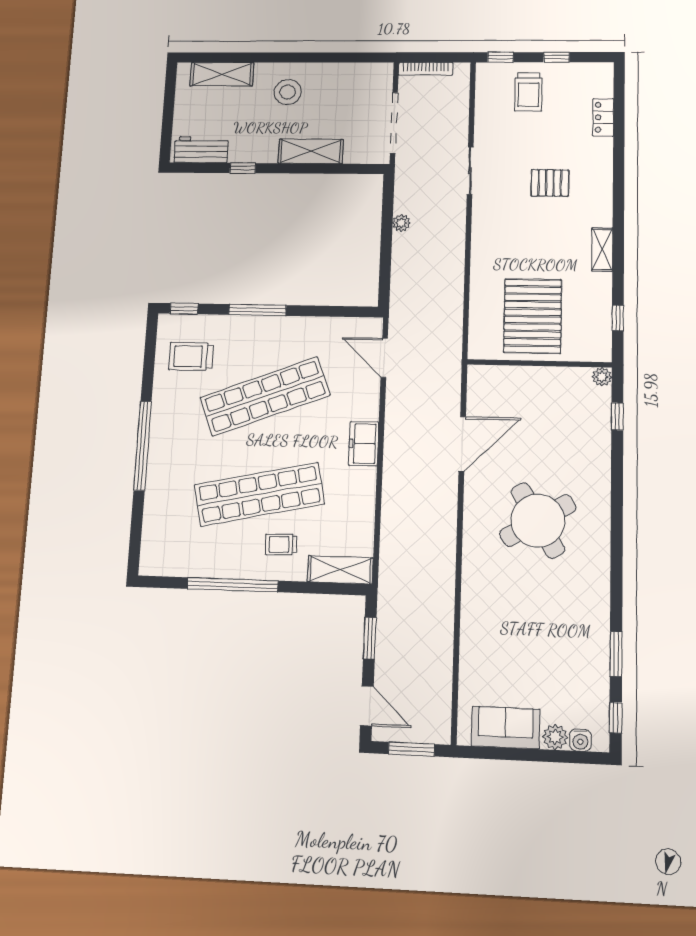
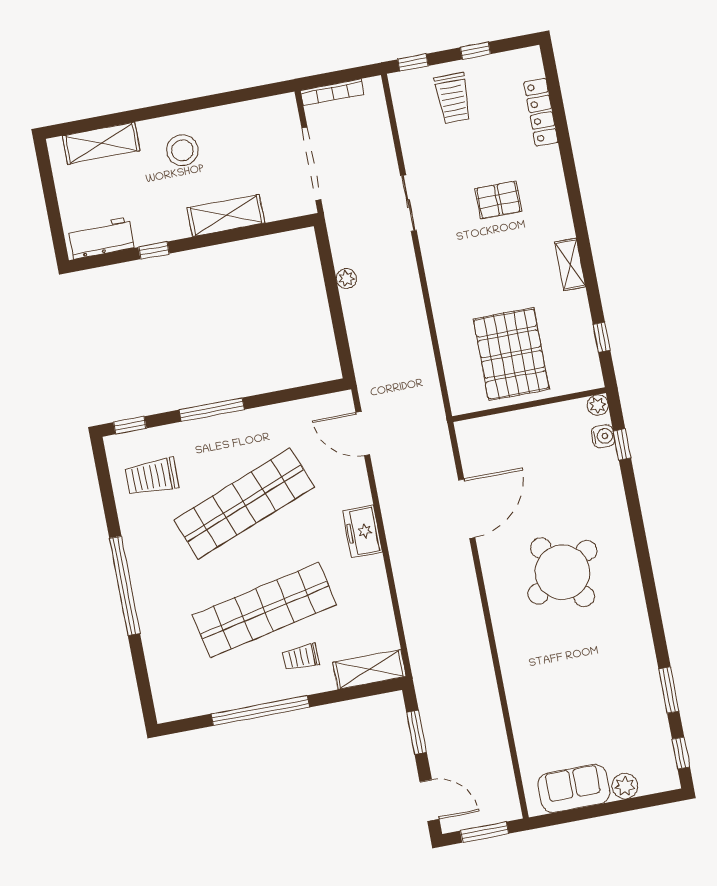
locker: (603, 117) -> (541, 112), width x1.53
water cooler: (580, 740) -> (603, 436), moved, turned -90

